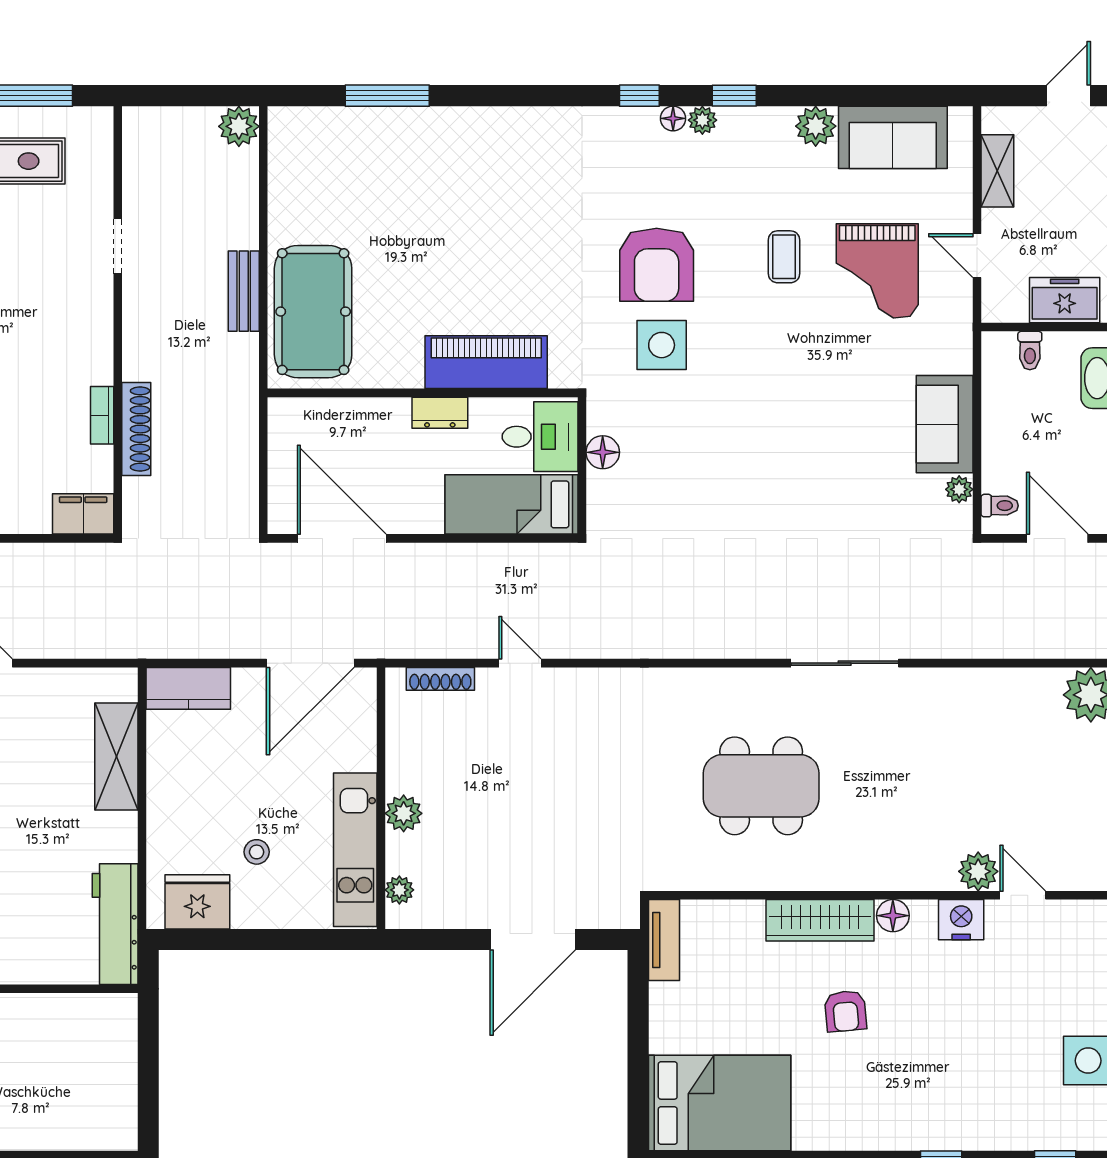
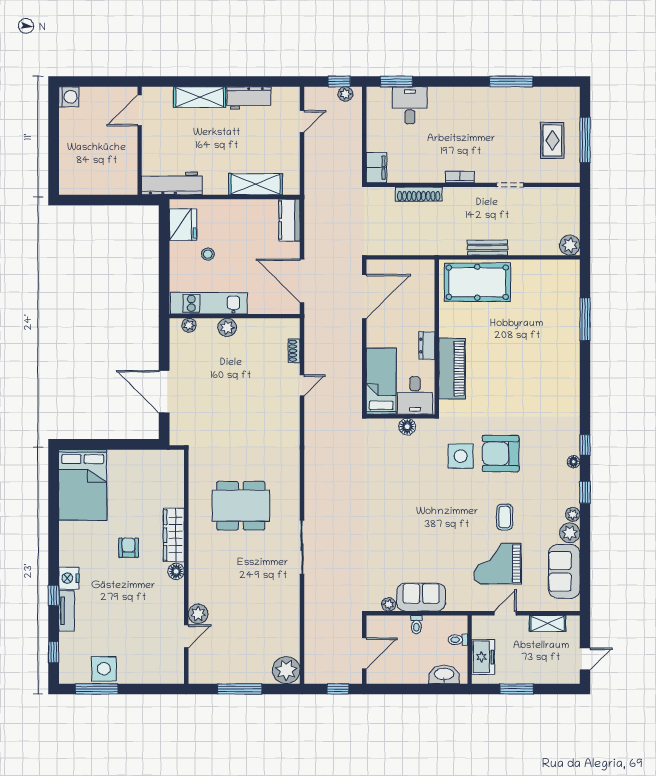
door: (1068, 96) -> (585, 659), hinge flipped
plant: (702, 120) -> (573, 514), moved
coffee table: (784, 257) -> (505, 517), turned 90
bookcase: (102, 415) -> (460, 177), moved
toilet: (1000, 506) -> (416, 625), moved
shoe rack: (440, 679) -> (294, 351), width x0.70
dining table: (761, 786) -> (241, 506), turned 90
nightstand: (961, 920) -> (69, 578), moved, turned 180
tv unit: (664, 940) -> (67, 611), moved, turned -90
armchair: (846, 1011) -> (129, 548), turned 95

